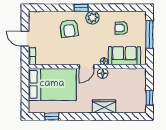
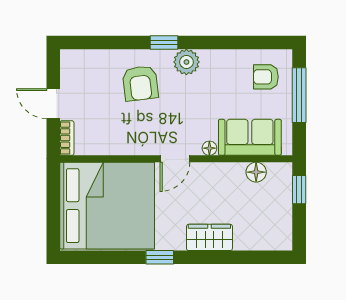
armchair: (121, 28) -> (266, 77), moved
floor lamp: (103, 73) -> (256, 172), moved
bed: (52, 84) -> (107, 206), width x1.36
window: (149, 98) -> (299, 190), moved
window: (52, 116) -> (160, 257), moved

